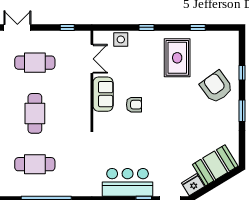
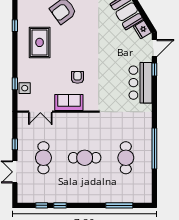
window: (67, 27) -> (15, 144), moved
window: (146, 27) -> (15, 84), moved
rug: (177, 58) -> (40, 42), turned 90
double door: (92, 59) -> (40, 112), swing flipped

